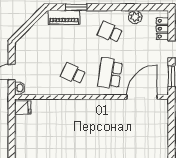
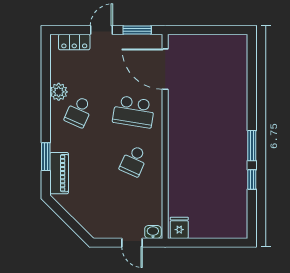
plant: (135, 17) -> (59, 92), moved

